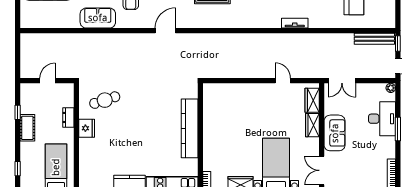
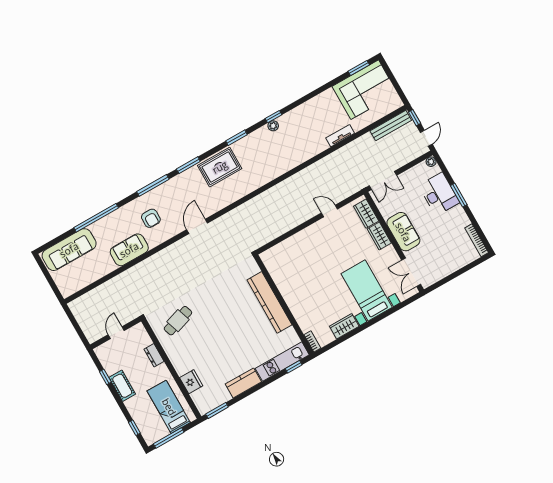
tv unit: (295, 23) -> (340, 136), moved
fridge: (87, 128) -> (191, 382), moved

